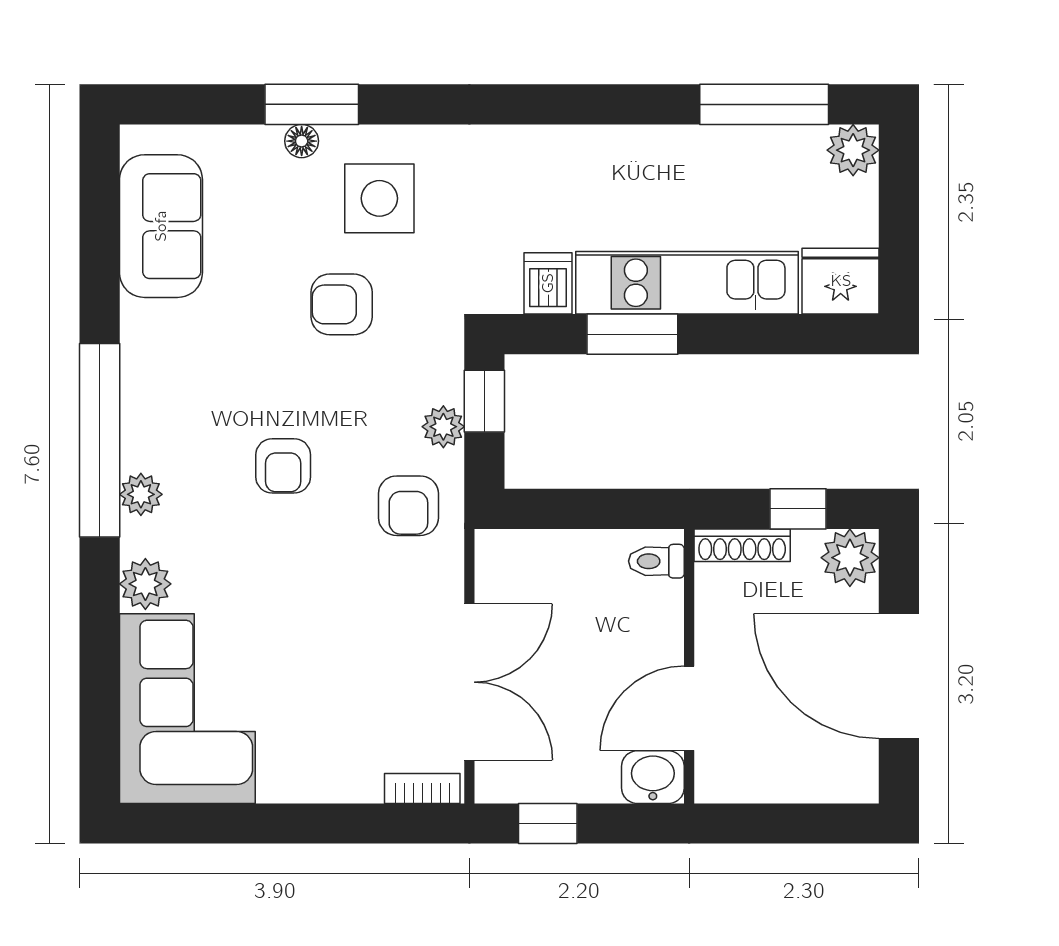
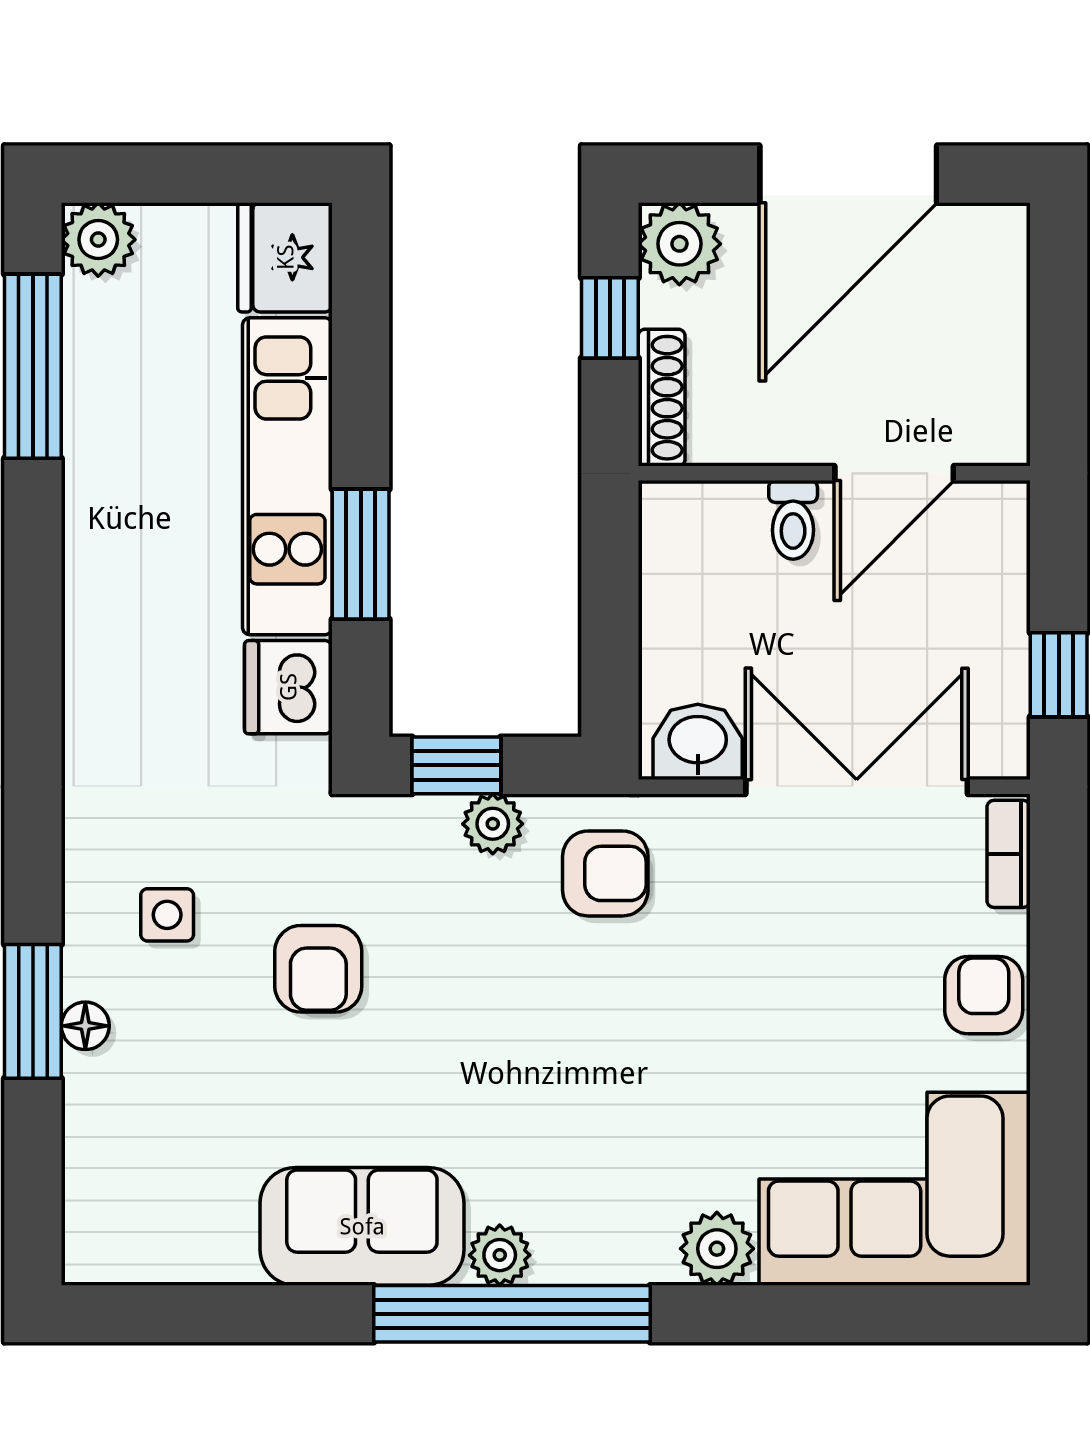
side table: (379, 198) -> (167, 915), width x0.54, depth x0.54
sofa: (161, 226) -> (362, 1226), moved
dishwasher: (548, 283) -> (288, 687), width x1.38
armchair: (283, 466) -> (984, 995), moved, turned -90
plant: (141, 494) -> (500, 1255), moved
toilet: (656, 561) -> (793, 520), moved
door: (689, 708) -> (894, 473), hinge flipped
washbasin: (653, 777) -> (698, 742), moved, turned 90

